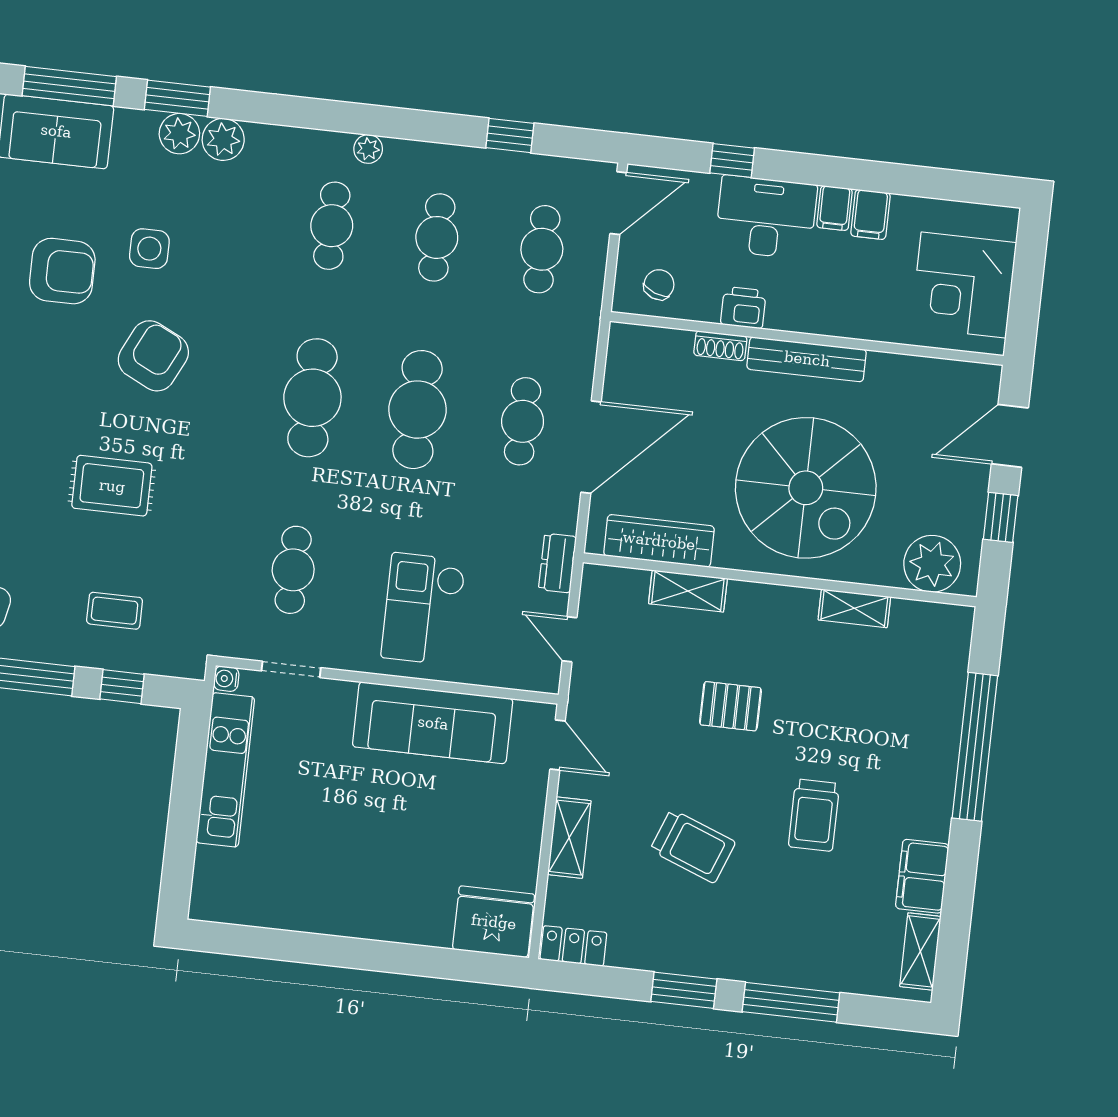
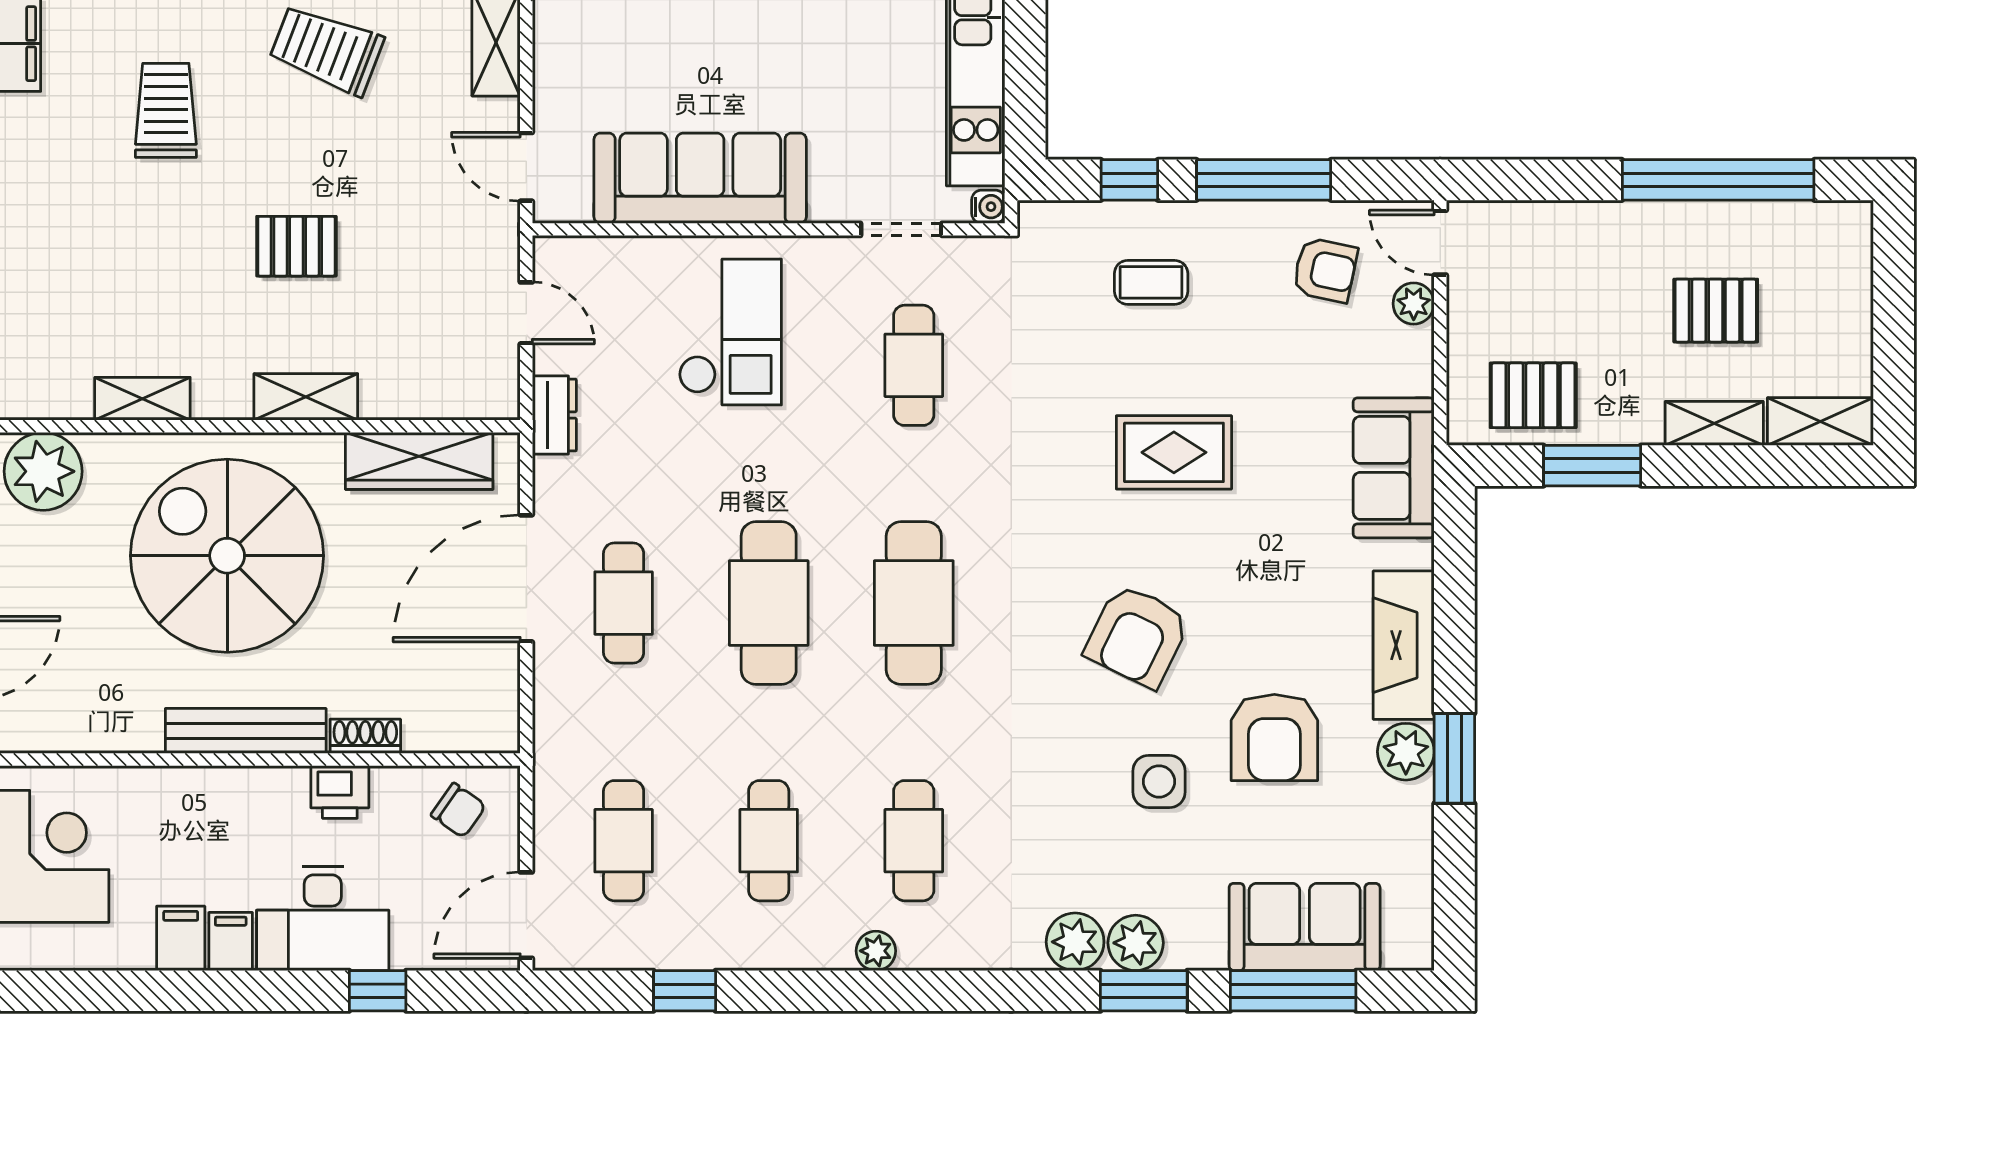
armchair: (62, 271) -> (1274, 737), turned -90
chair: (659, 285) -> (458, 810), turned -76
shelving: (688, 591) -> (306, 397), moved

